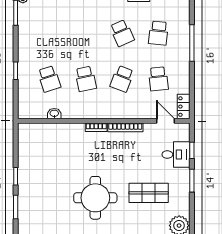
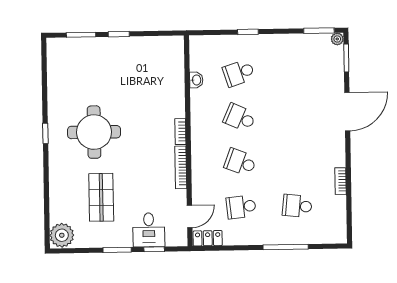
school desk: (122, 33) -> (296, 161), removed
school desk: (86, 79) -> (240, 118), turned 36

